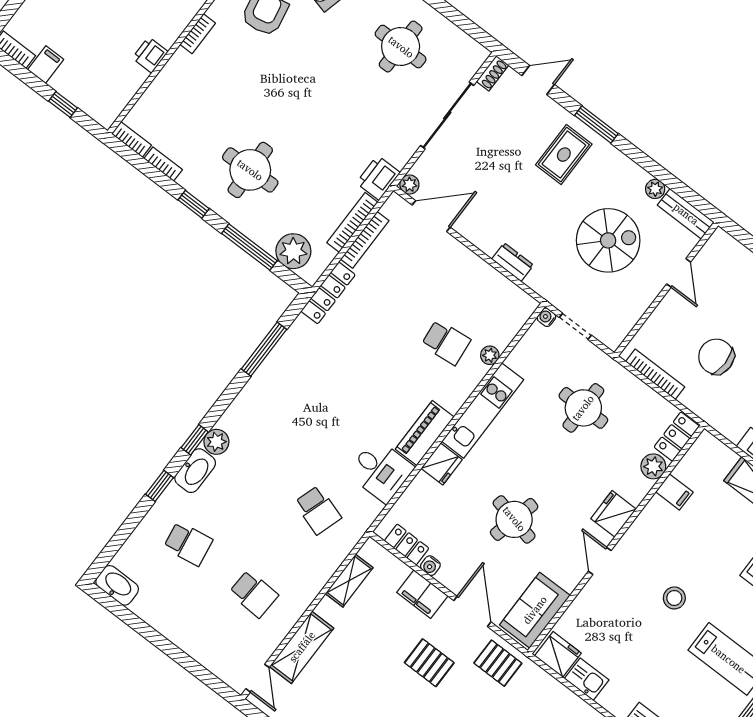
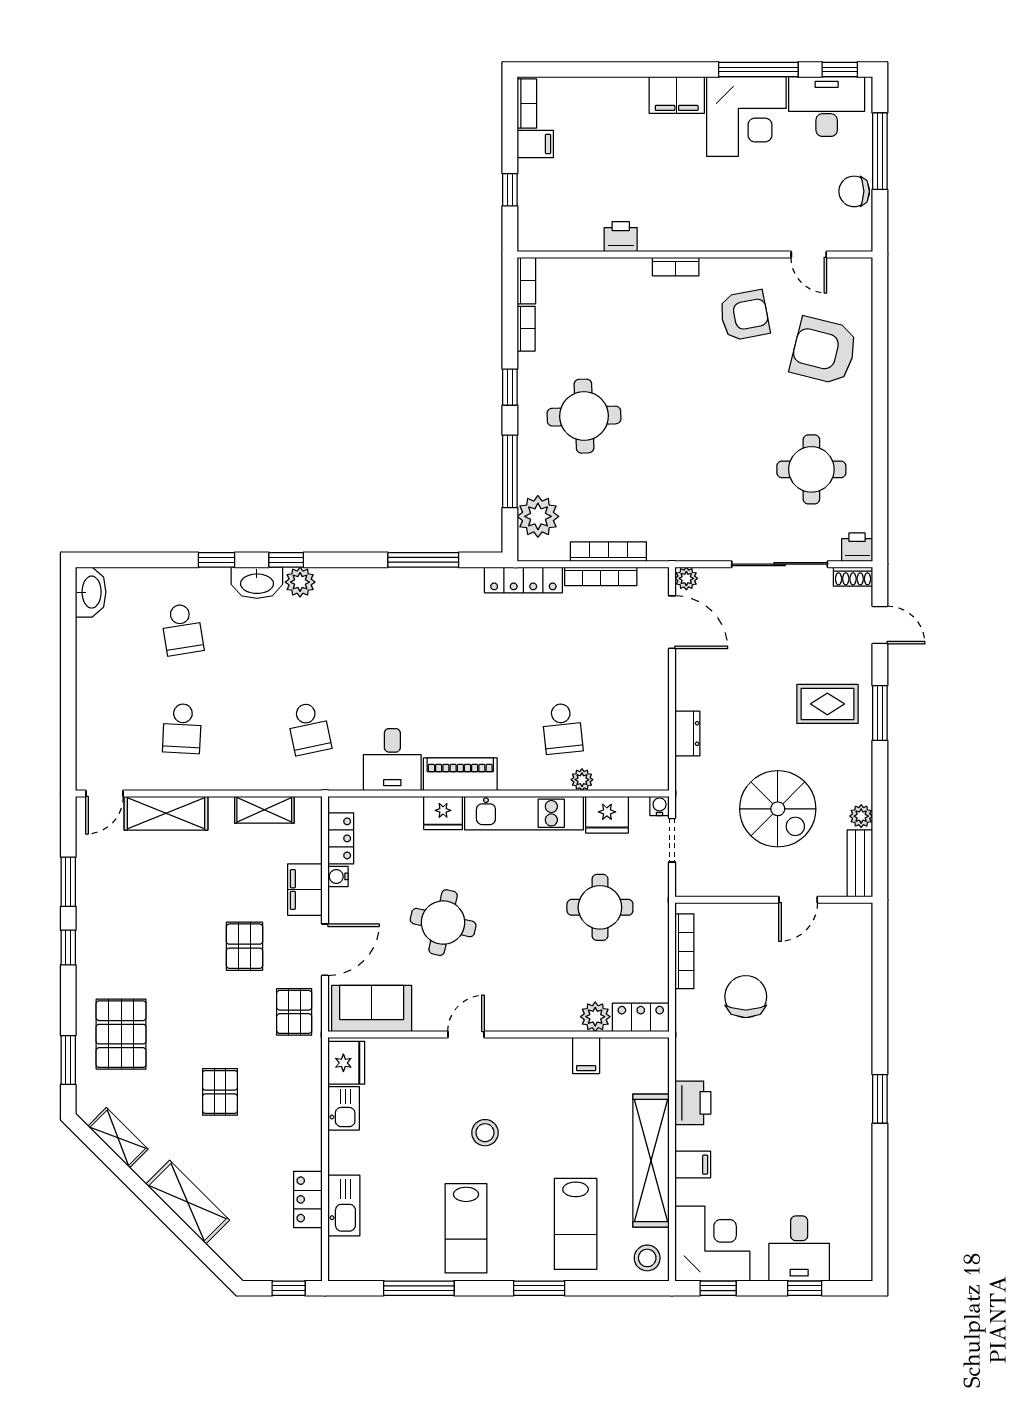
printer: (378, 178) -> (857, 547), moved, width x0.73, depth x0.81
school desk: (318, 510) -> (309, 728), turned -30
fridge: (613, 514) -> (607, 815), moved, turned 180

